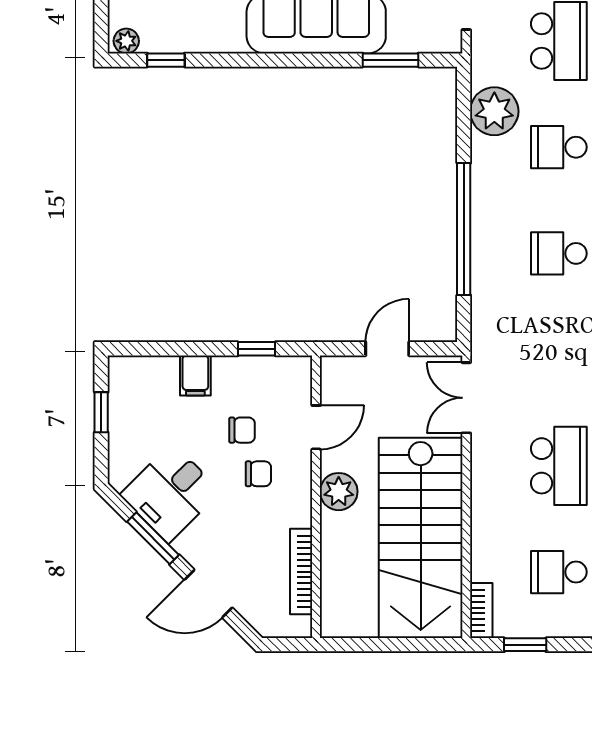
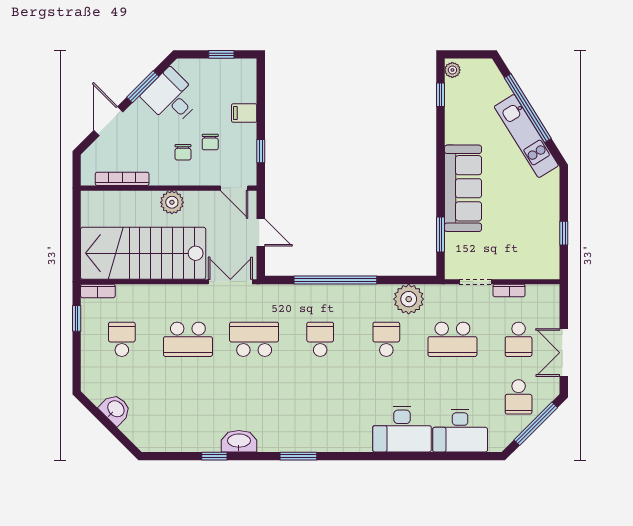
school desk: (559, 360) -> (254, 339), added
door: (316, 427) -> (234, 188), moved

